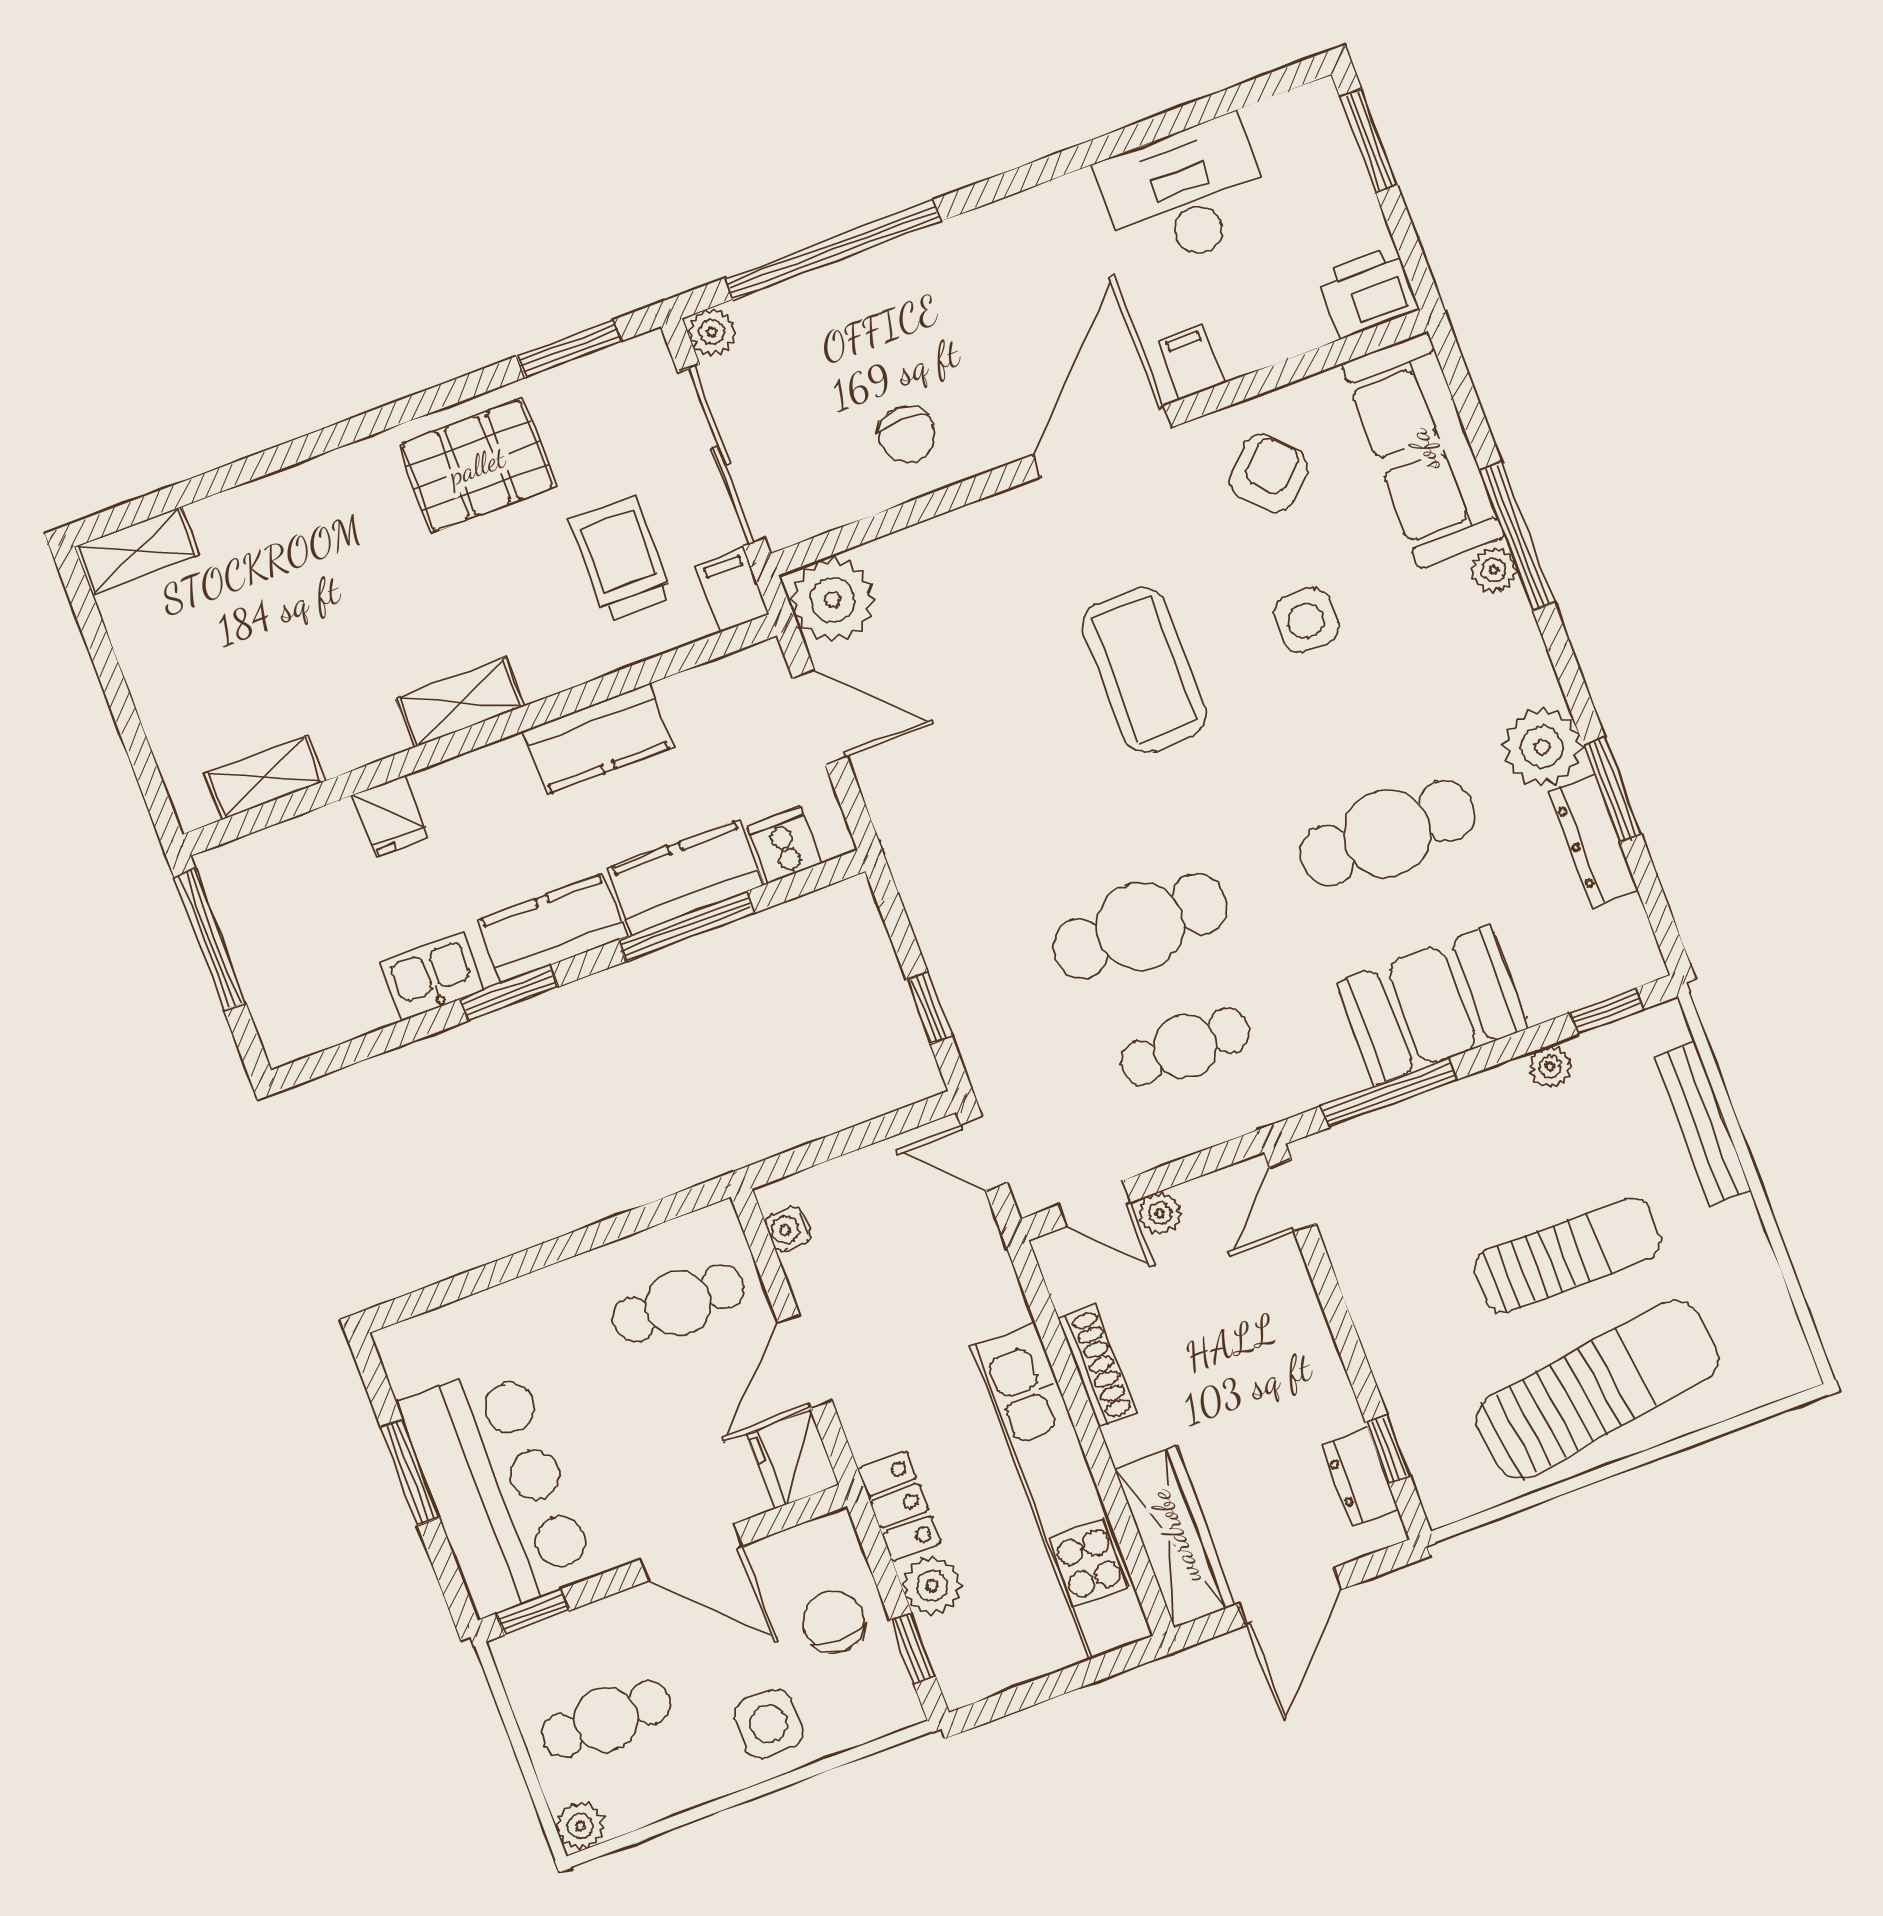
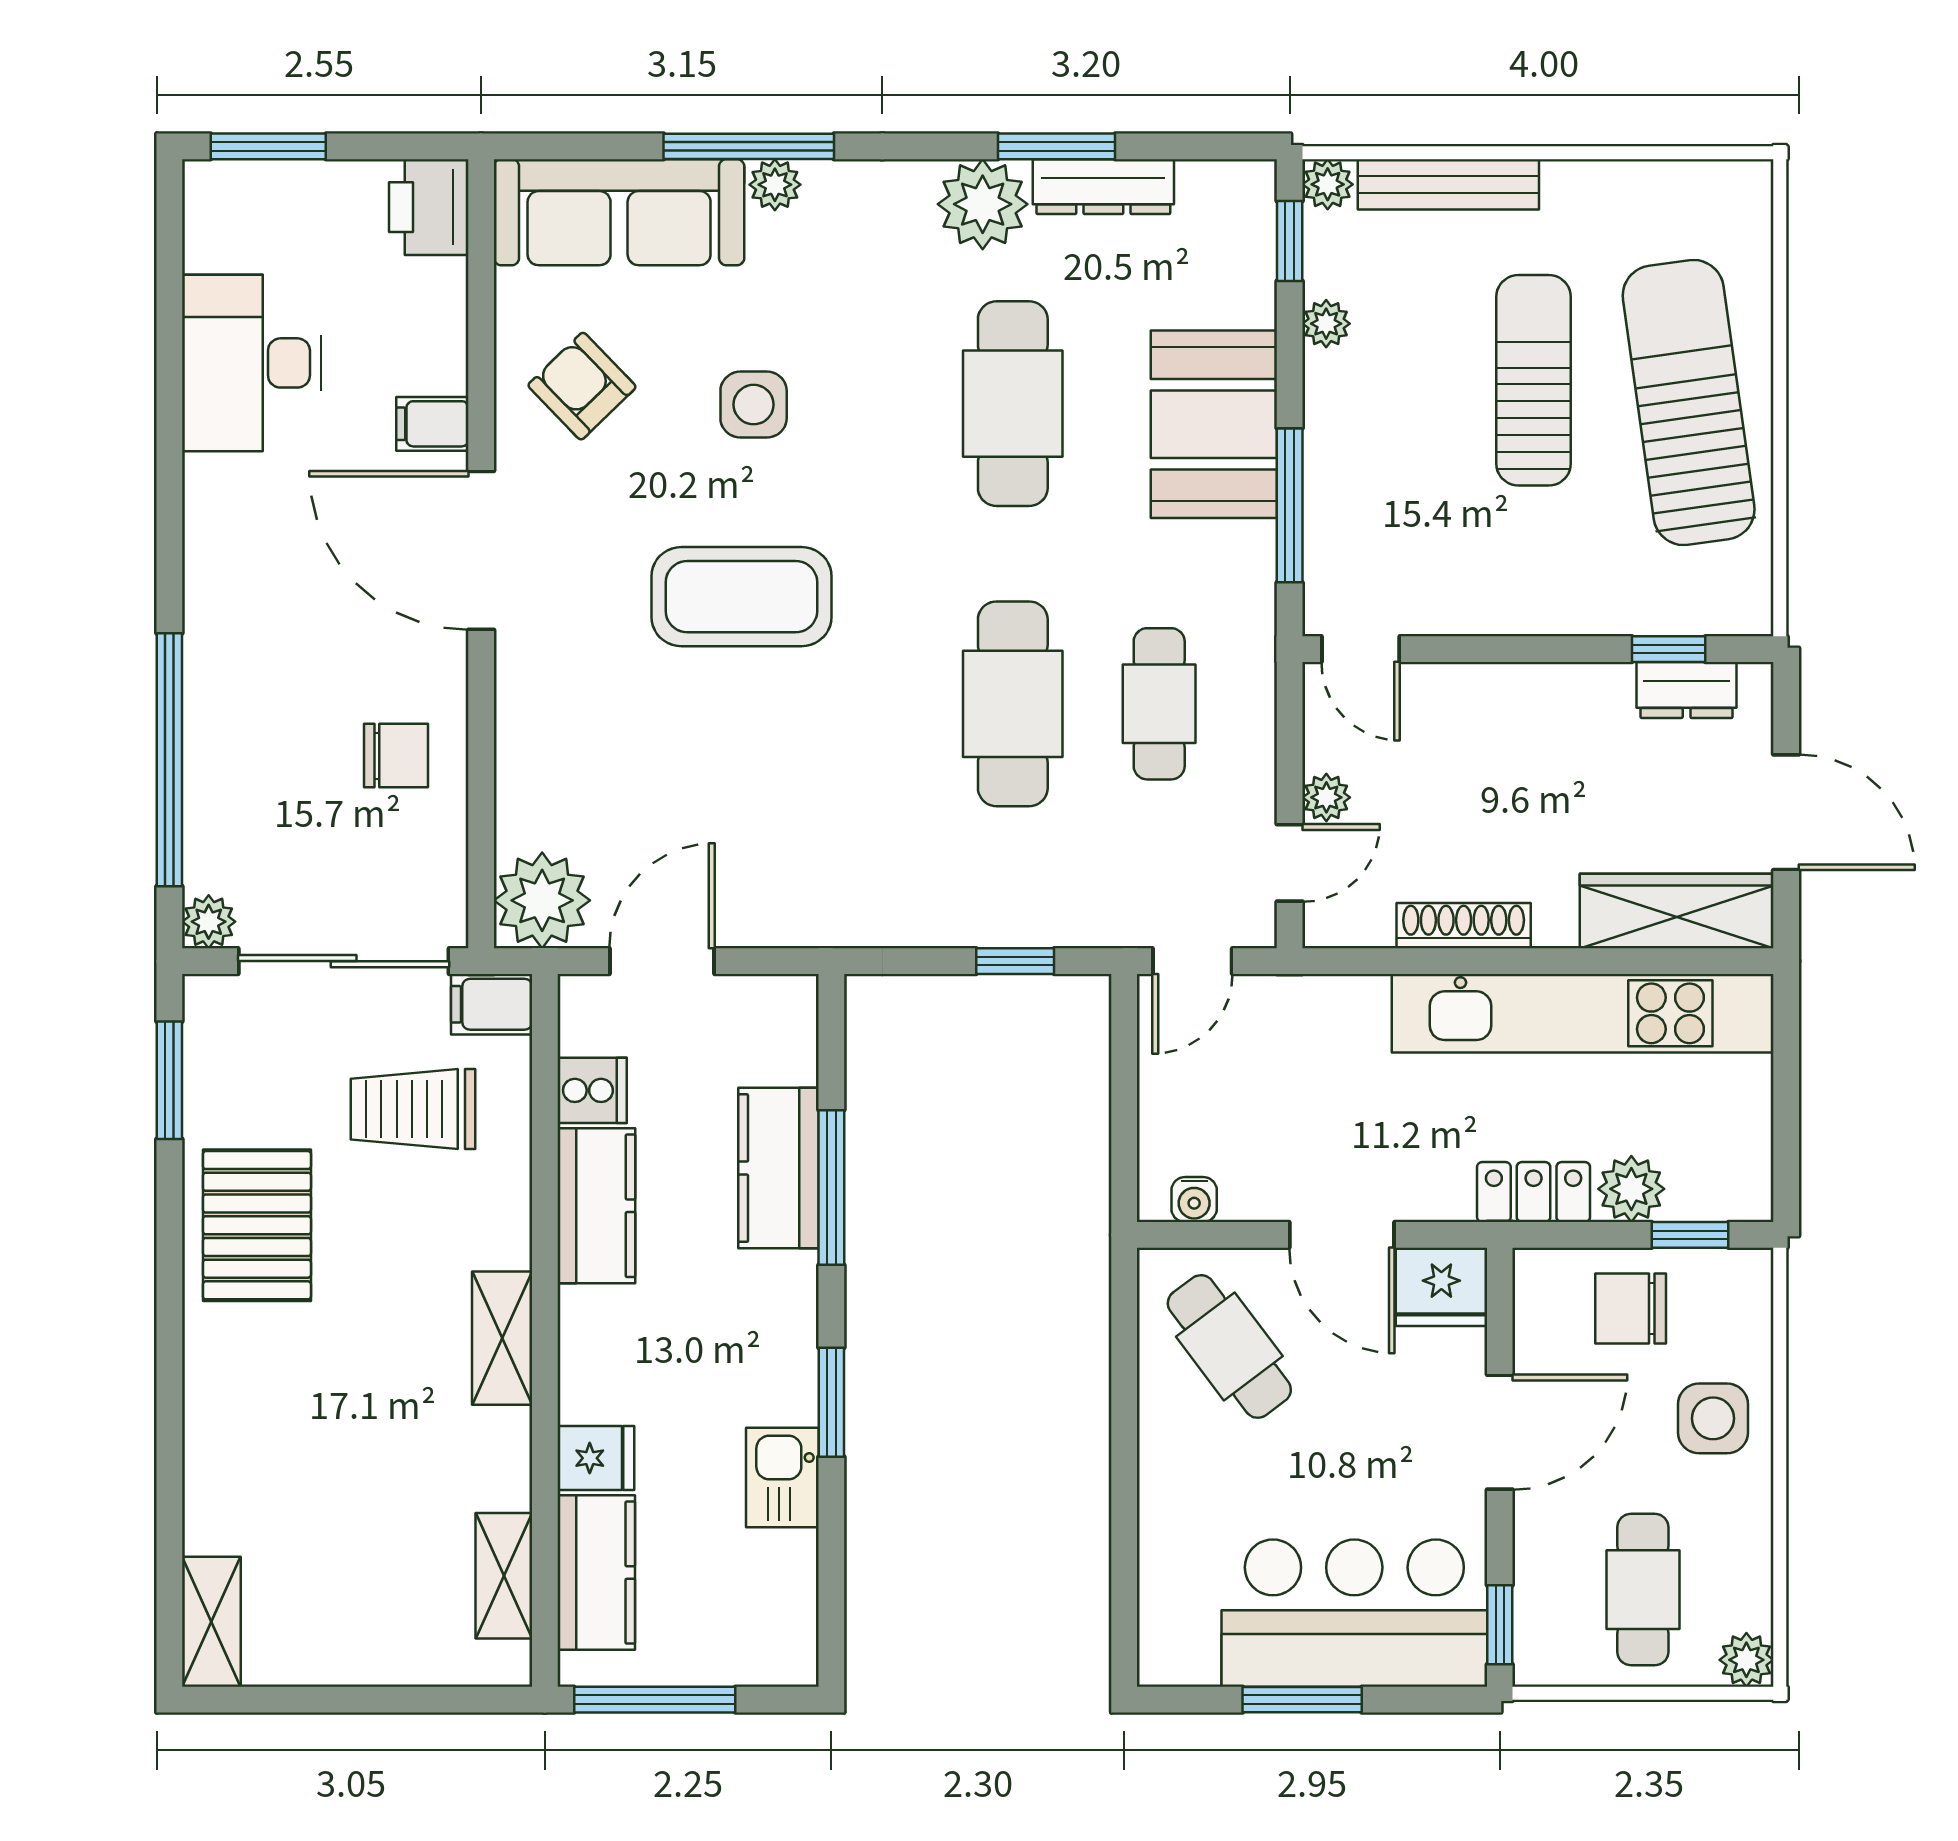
cooker: (784, 845) -> (592, 1090), moved, turned 180
kitchen counter: (552, 929) -> (596, 1573), moved, turned 180
plant: (1665, 1025) -> (1328, 184), added
cafe table: (678, 1303) -> (1229, 1346), turned -37

